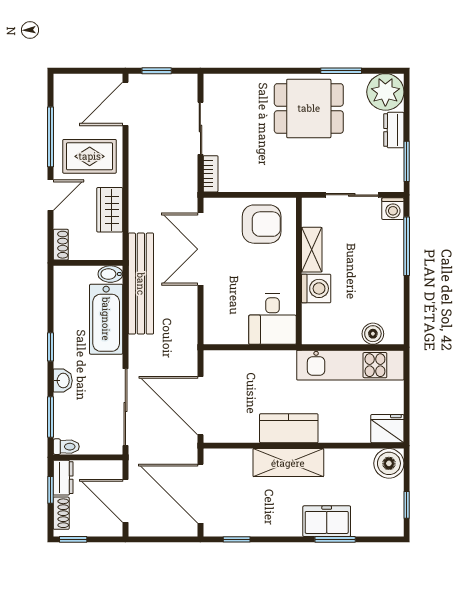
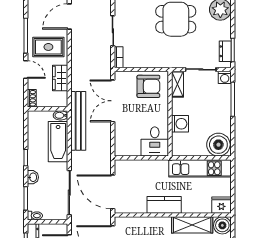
dresser: (394, 130) -> (225, 51), moved
door: (50, 195) -> (26, 69), hinge flipped
shelving: (312, 250) -> (178, 84), moved
boiler: (373, 334) -> (218, 145), width x1.86, depth x1.86
shelving: (288, 463) -> (192, 225), moved

